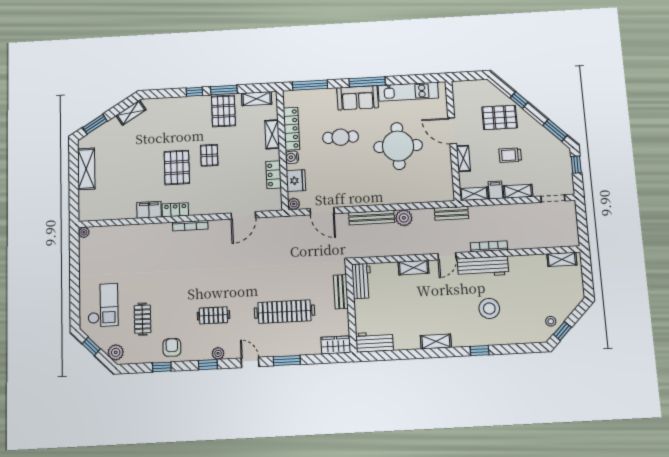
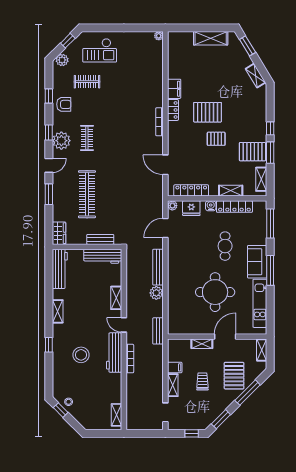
window: (519, 100) -> (248, 393), width x2.17
locker: (274, 175) -> (191, 190), width x1.53
shelving: (474, 194) -> (262, 350), moved
workbench: (362, 281) -> (103, 256), width x1.37
workbench: (374, 342) -> (60, 269), width x1.38
plant: (218, 353) -> (61, 141), width x1.88, depth x1.88

